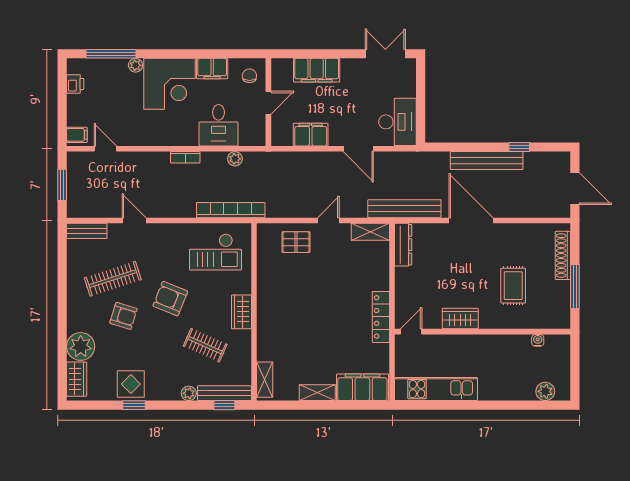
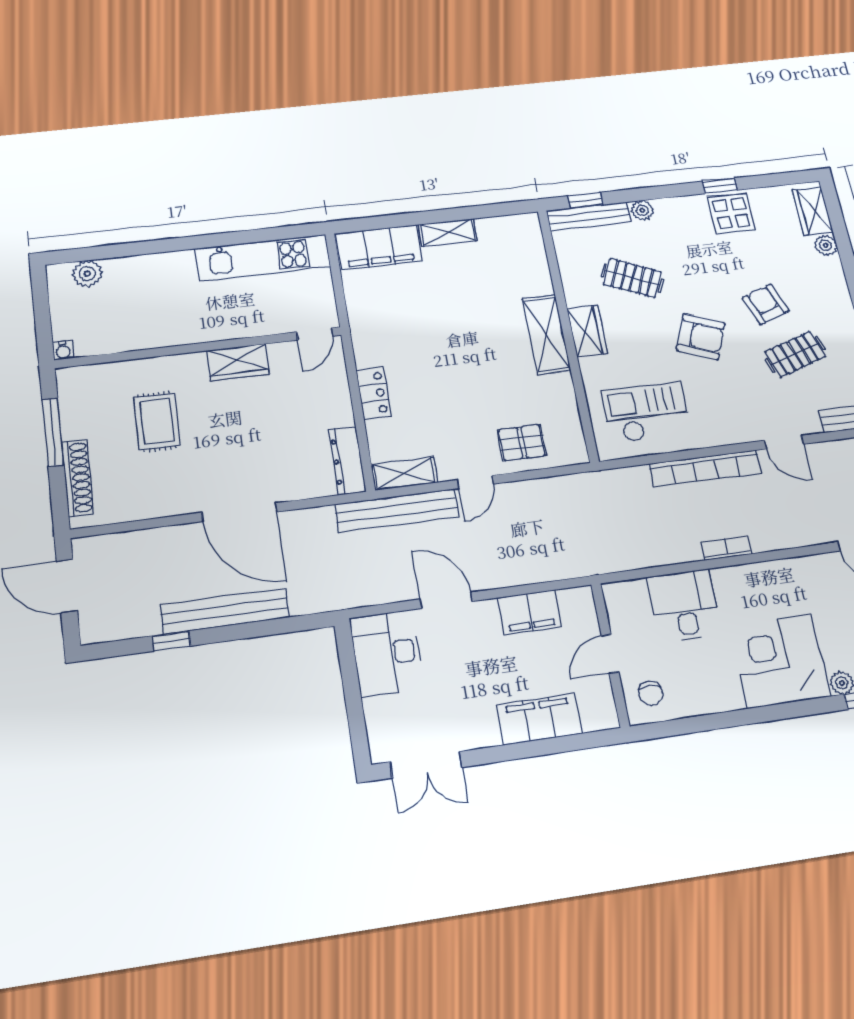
filing cabinet: (212, 69) -> (715, 696), removed
plant: (235, 159) -> (646, 557), removed
bench: (404, 209) -> (397, 510), moved
bookcase: (231, 210) -> (705, 468), moved
clothes rail: (113, 279) -> (795, 354), width x0.73
armchair: (123, 316) -> (766, 304), turned 53
locker: (381, 317) -> (373, 393), moved, width x0.66
water cooler: (538, 340) -> (63, 350), moved
plant: (81, 346) -> (826, 245), width x0.53, depth x0.53
shelving: (265, 380) -> (546, 334), moved, width x1.50, depth x1.33

